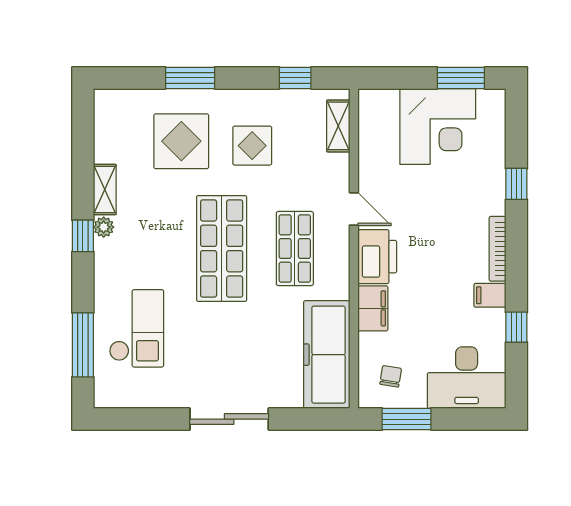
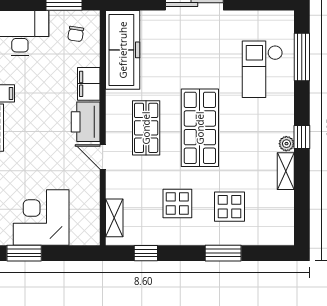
display table: (181, 141) -> (229, 207), width x0.73, depth x0.73

